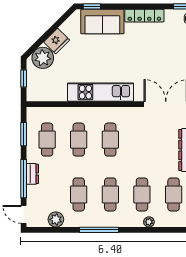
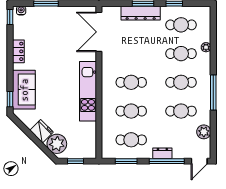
locker: (144, 16) -> (18, 51), width x0.66

